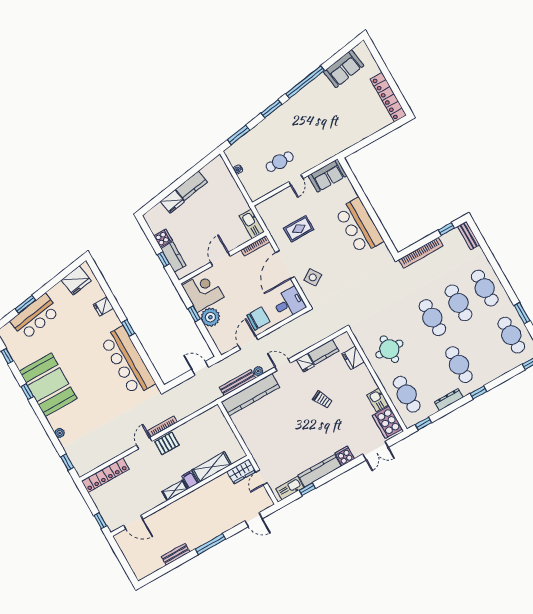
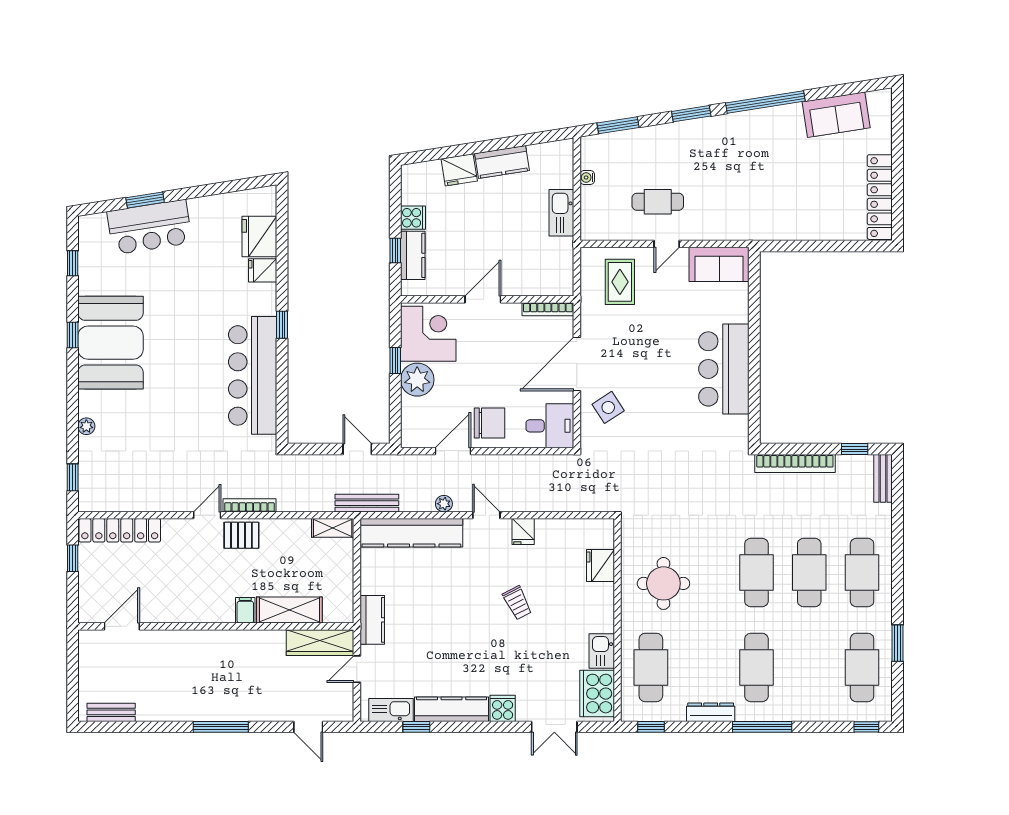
kitchen sink: (252, 224) -> (561, 213), moved
rug: (299, 229) -> (620, 282), moved, turned 90
fridge: (76, 280) -> (259, 237), moved, turned 99
kitchen counter: (324, 352) -> (372, 620), moved, turned -90
bench: (237, 383) -> (367, 503), moved
window: (478, 392) -> (762, 727), width x2.17
wardrobe: (241, 471) -> (320, 643), width x1.50
shelving: (175, 490) -> (333, 528), moved
window: (100, 521) -> (73, 558), moved
door: (133, 522) -> (122, 626), swing flipped
bench: (176, 554) -> (111, 712), moved

